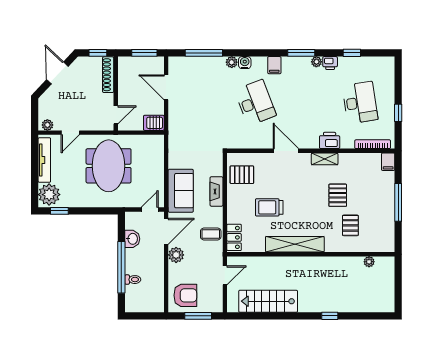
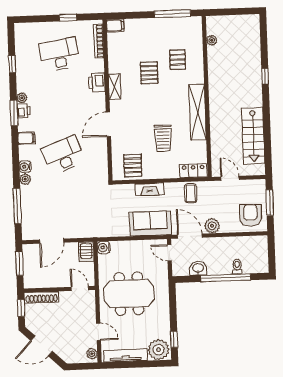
printer: (330, 63) -> (23, 111), moved
water cooler: (158, 141) -> (104, 247), added
pallet: (338, 195) -> (149, 73), turned 90
window: (398, 202) -> (172, 14), moved
pallet: (350, 225) -> (178, 60), turned 90

